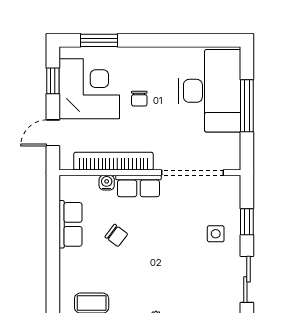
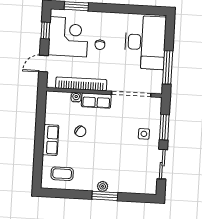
window: (247, 106) -> (168, 67), moved
window: (247, 222) -> (164, 127), width x1.50
row of seats: (71, 224) -> (51, 140), moved

